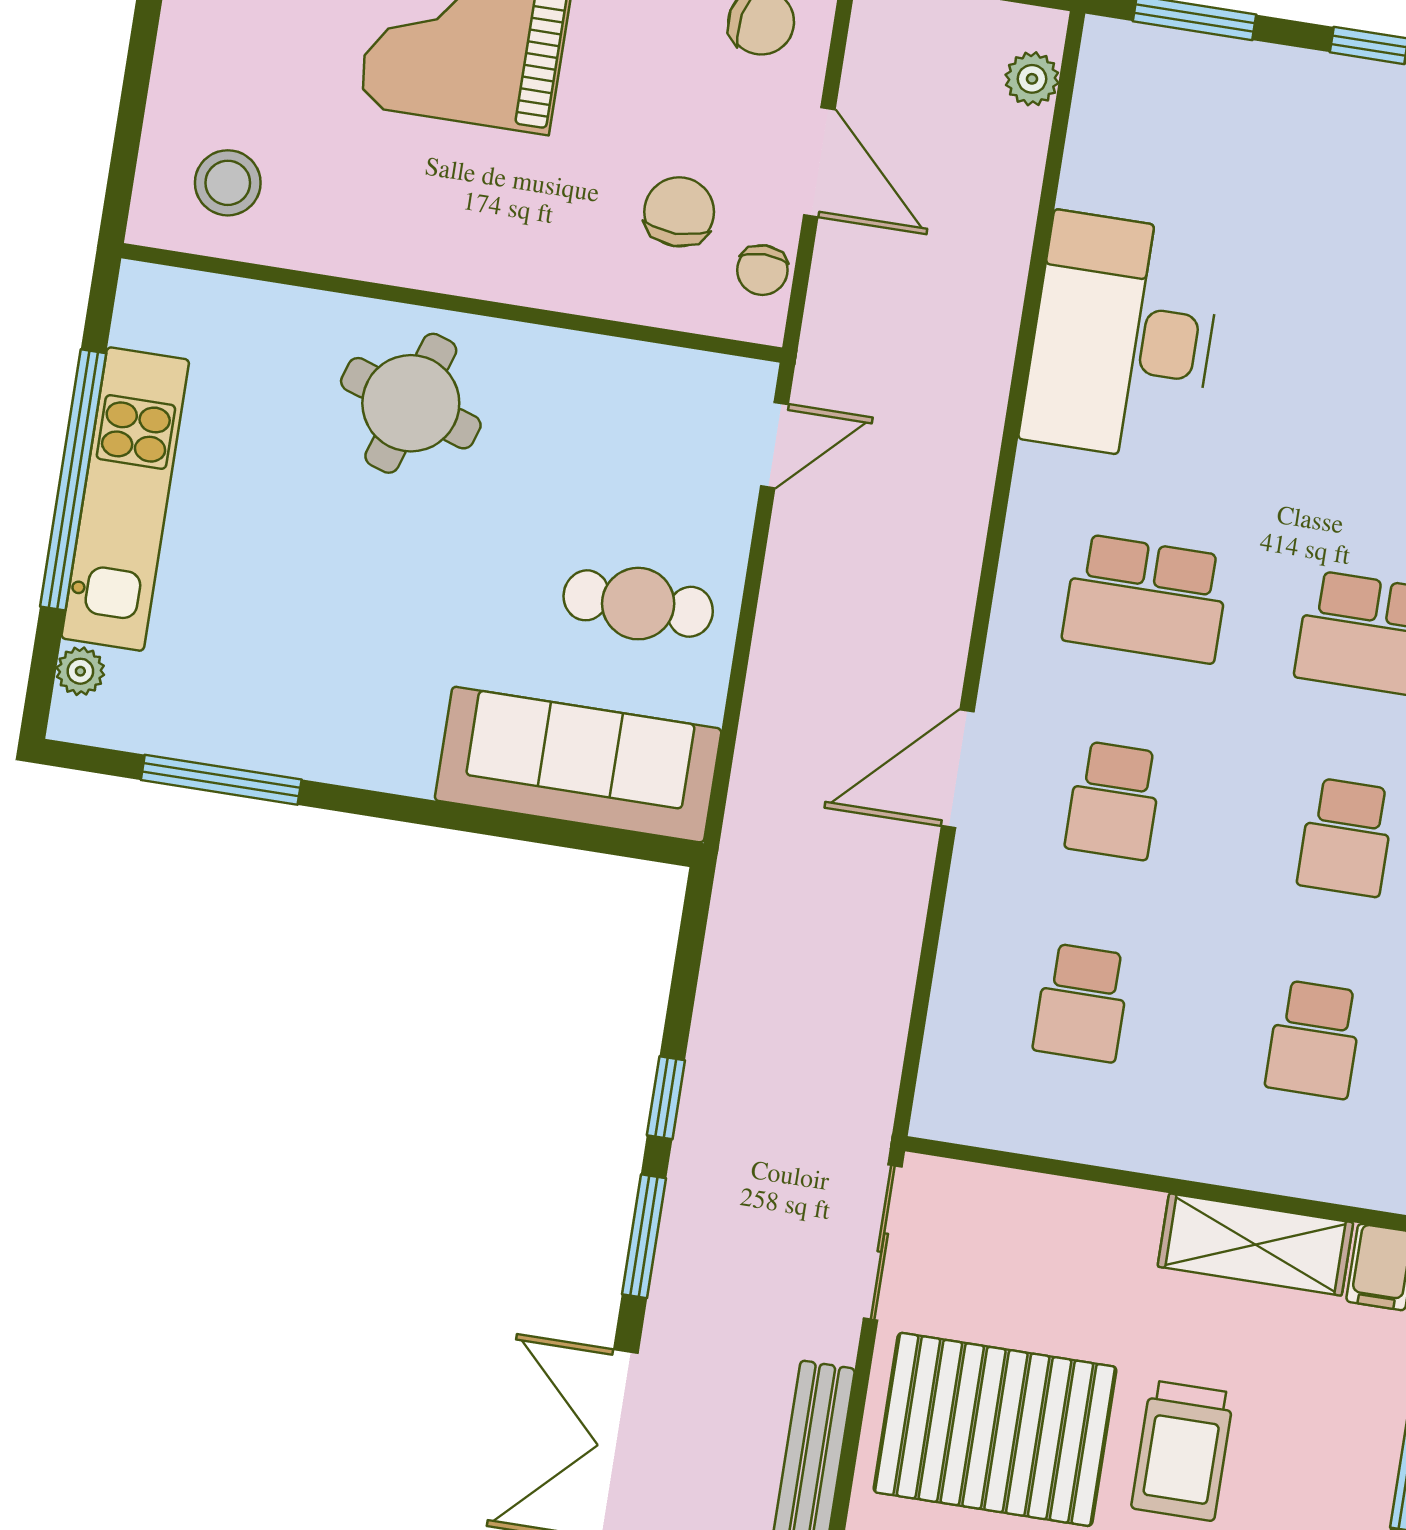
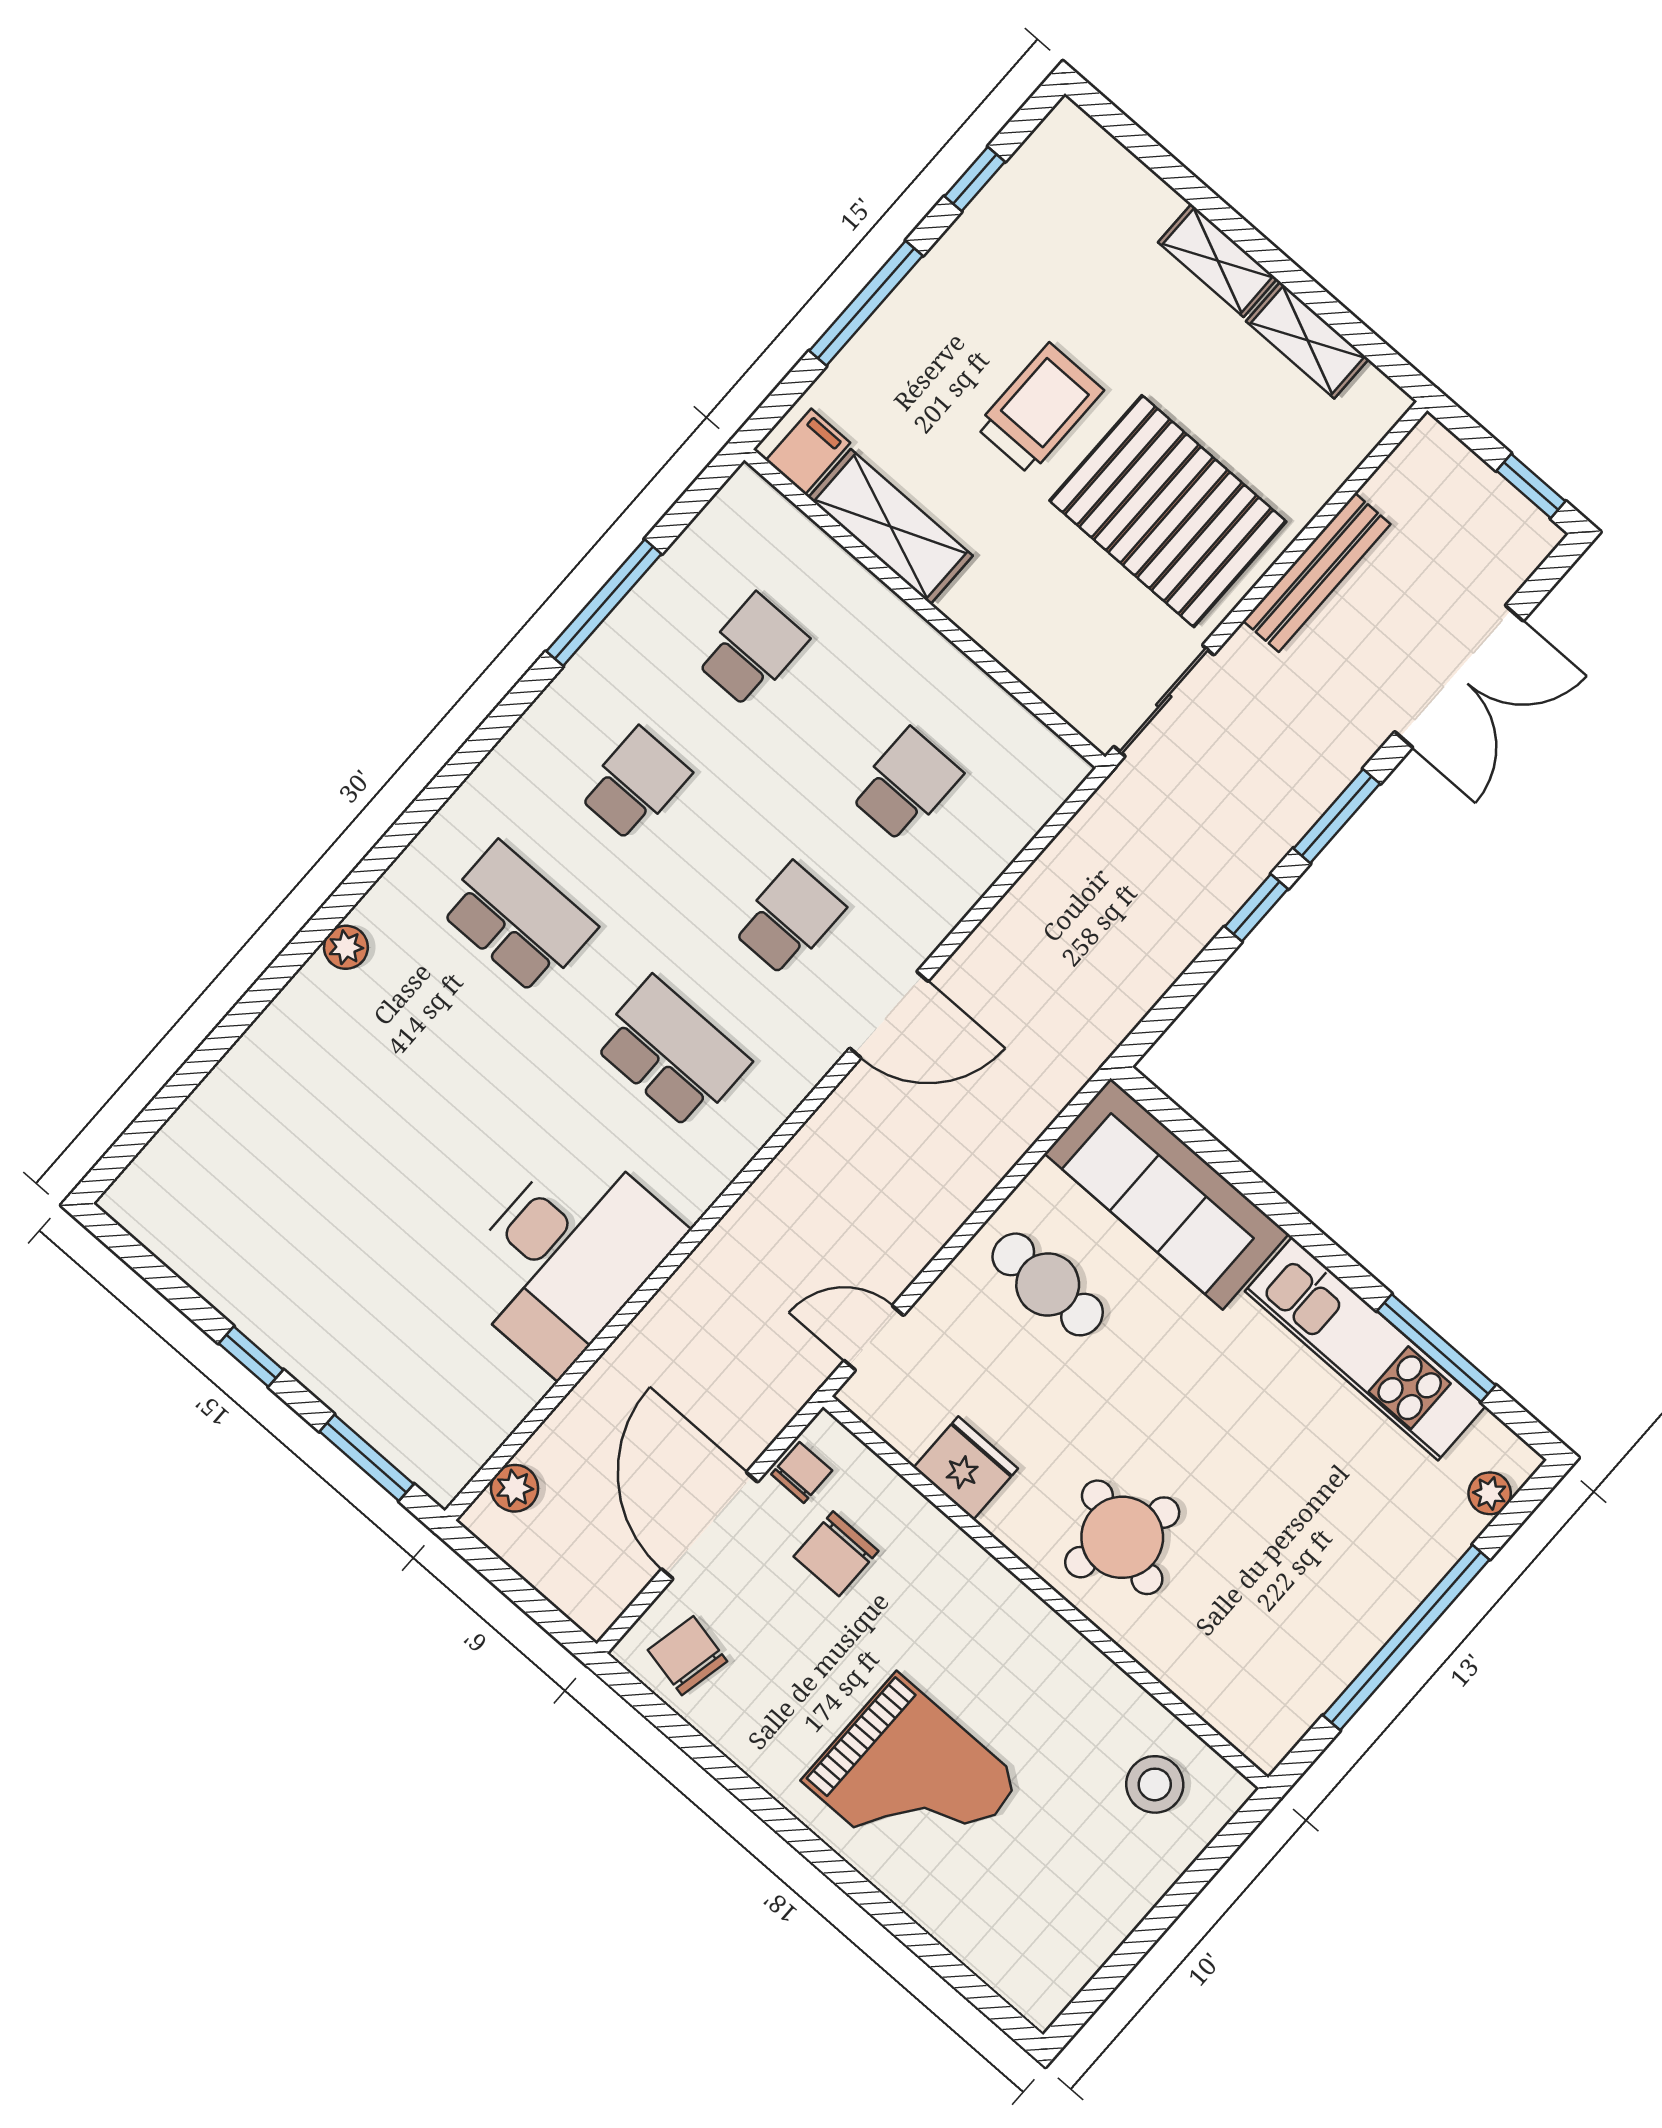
door: (819, 162) -> (710, 1525), width x1.36
fridge: (605, 375) -> (966, 1468), added
kitchen unit: (125, 499) -> (1365, 1349), moved, turned -90

